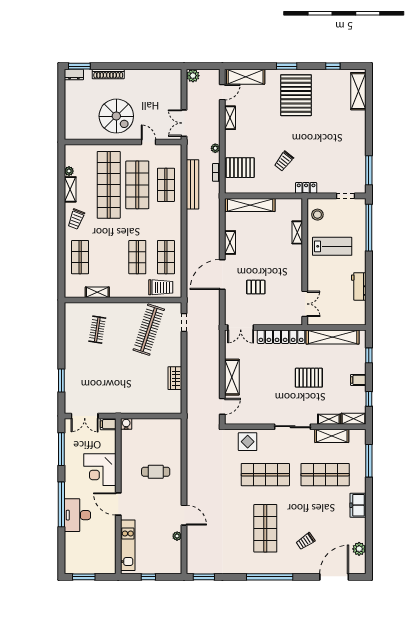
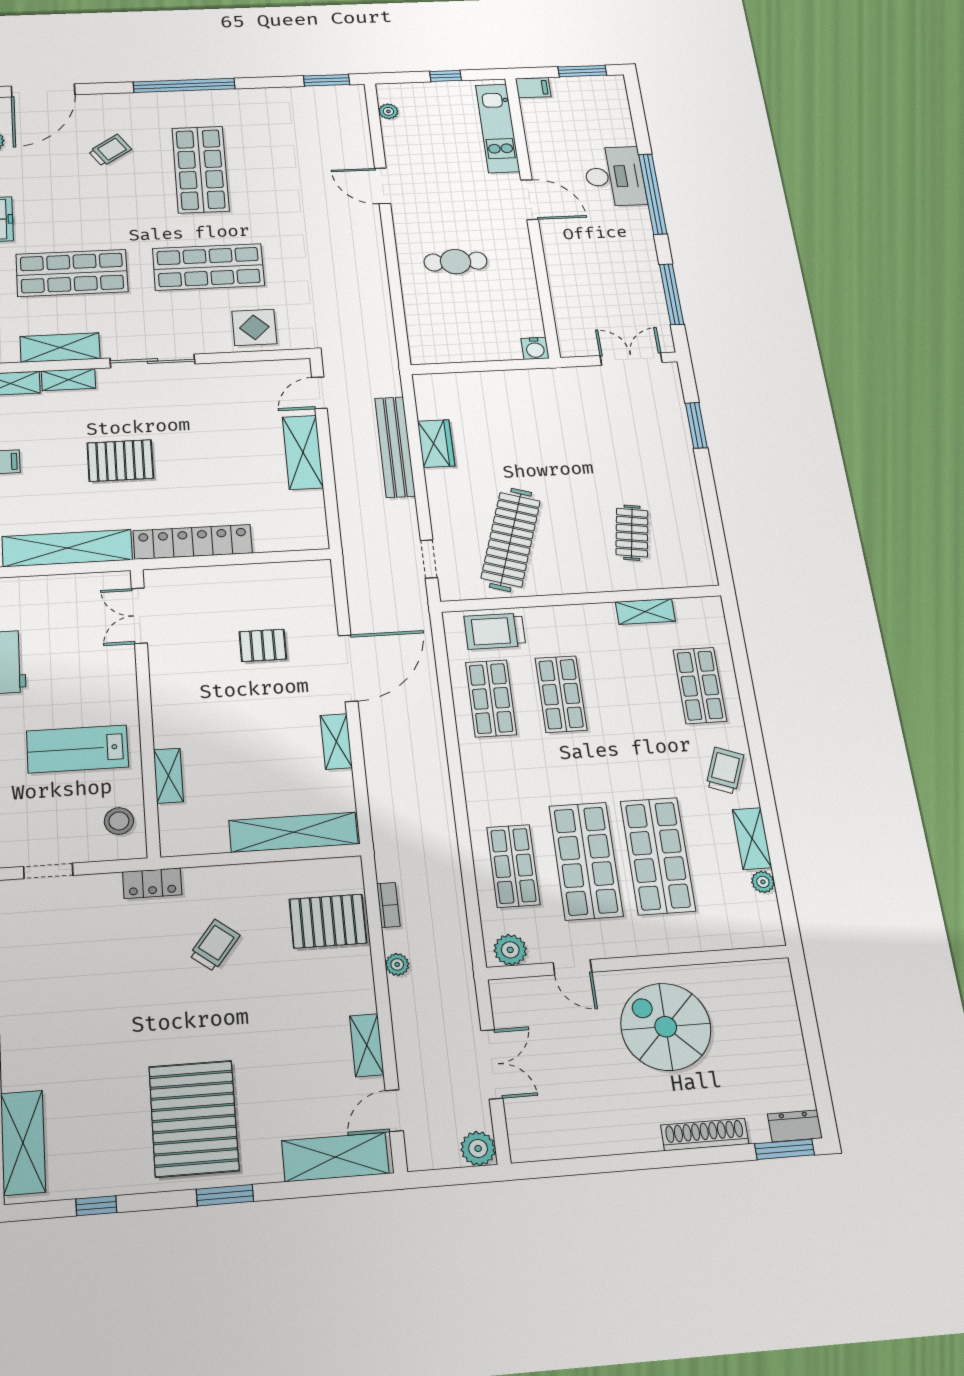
double door: (184, 123) -> (492, 1064), moved
plant: (171, 151) -> (510, 950), added
bench: (193, 184) -> (395, 447), moved
shop shelf: (109, 185) -> (658, 856), width x0.71
double door: (241, 327) -> (292, 556), removed
filing cabinet: (108, 424) -> (533, 88), moved
corner desk: (100, 470) -> (580, 260), removed
plant: (177, 536) -> (388, 111), moved

